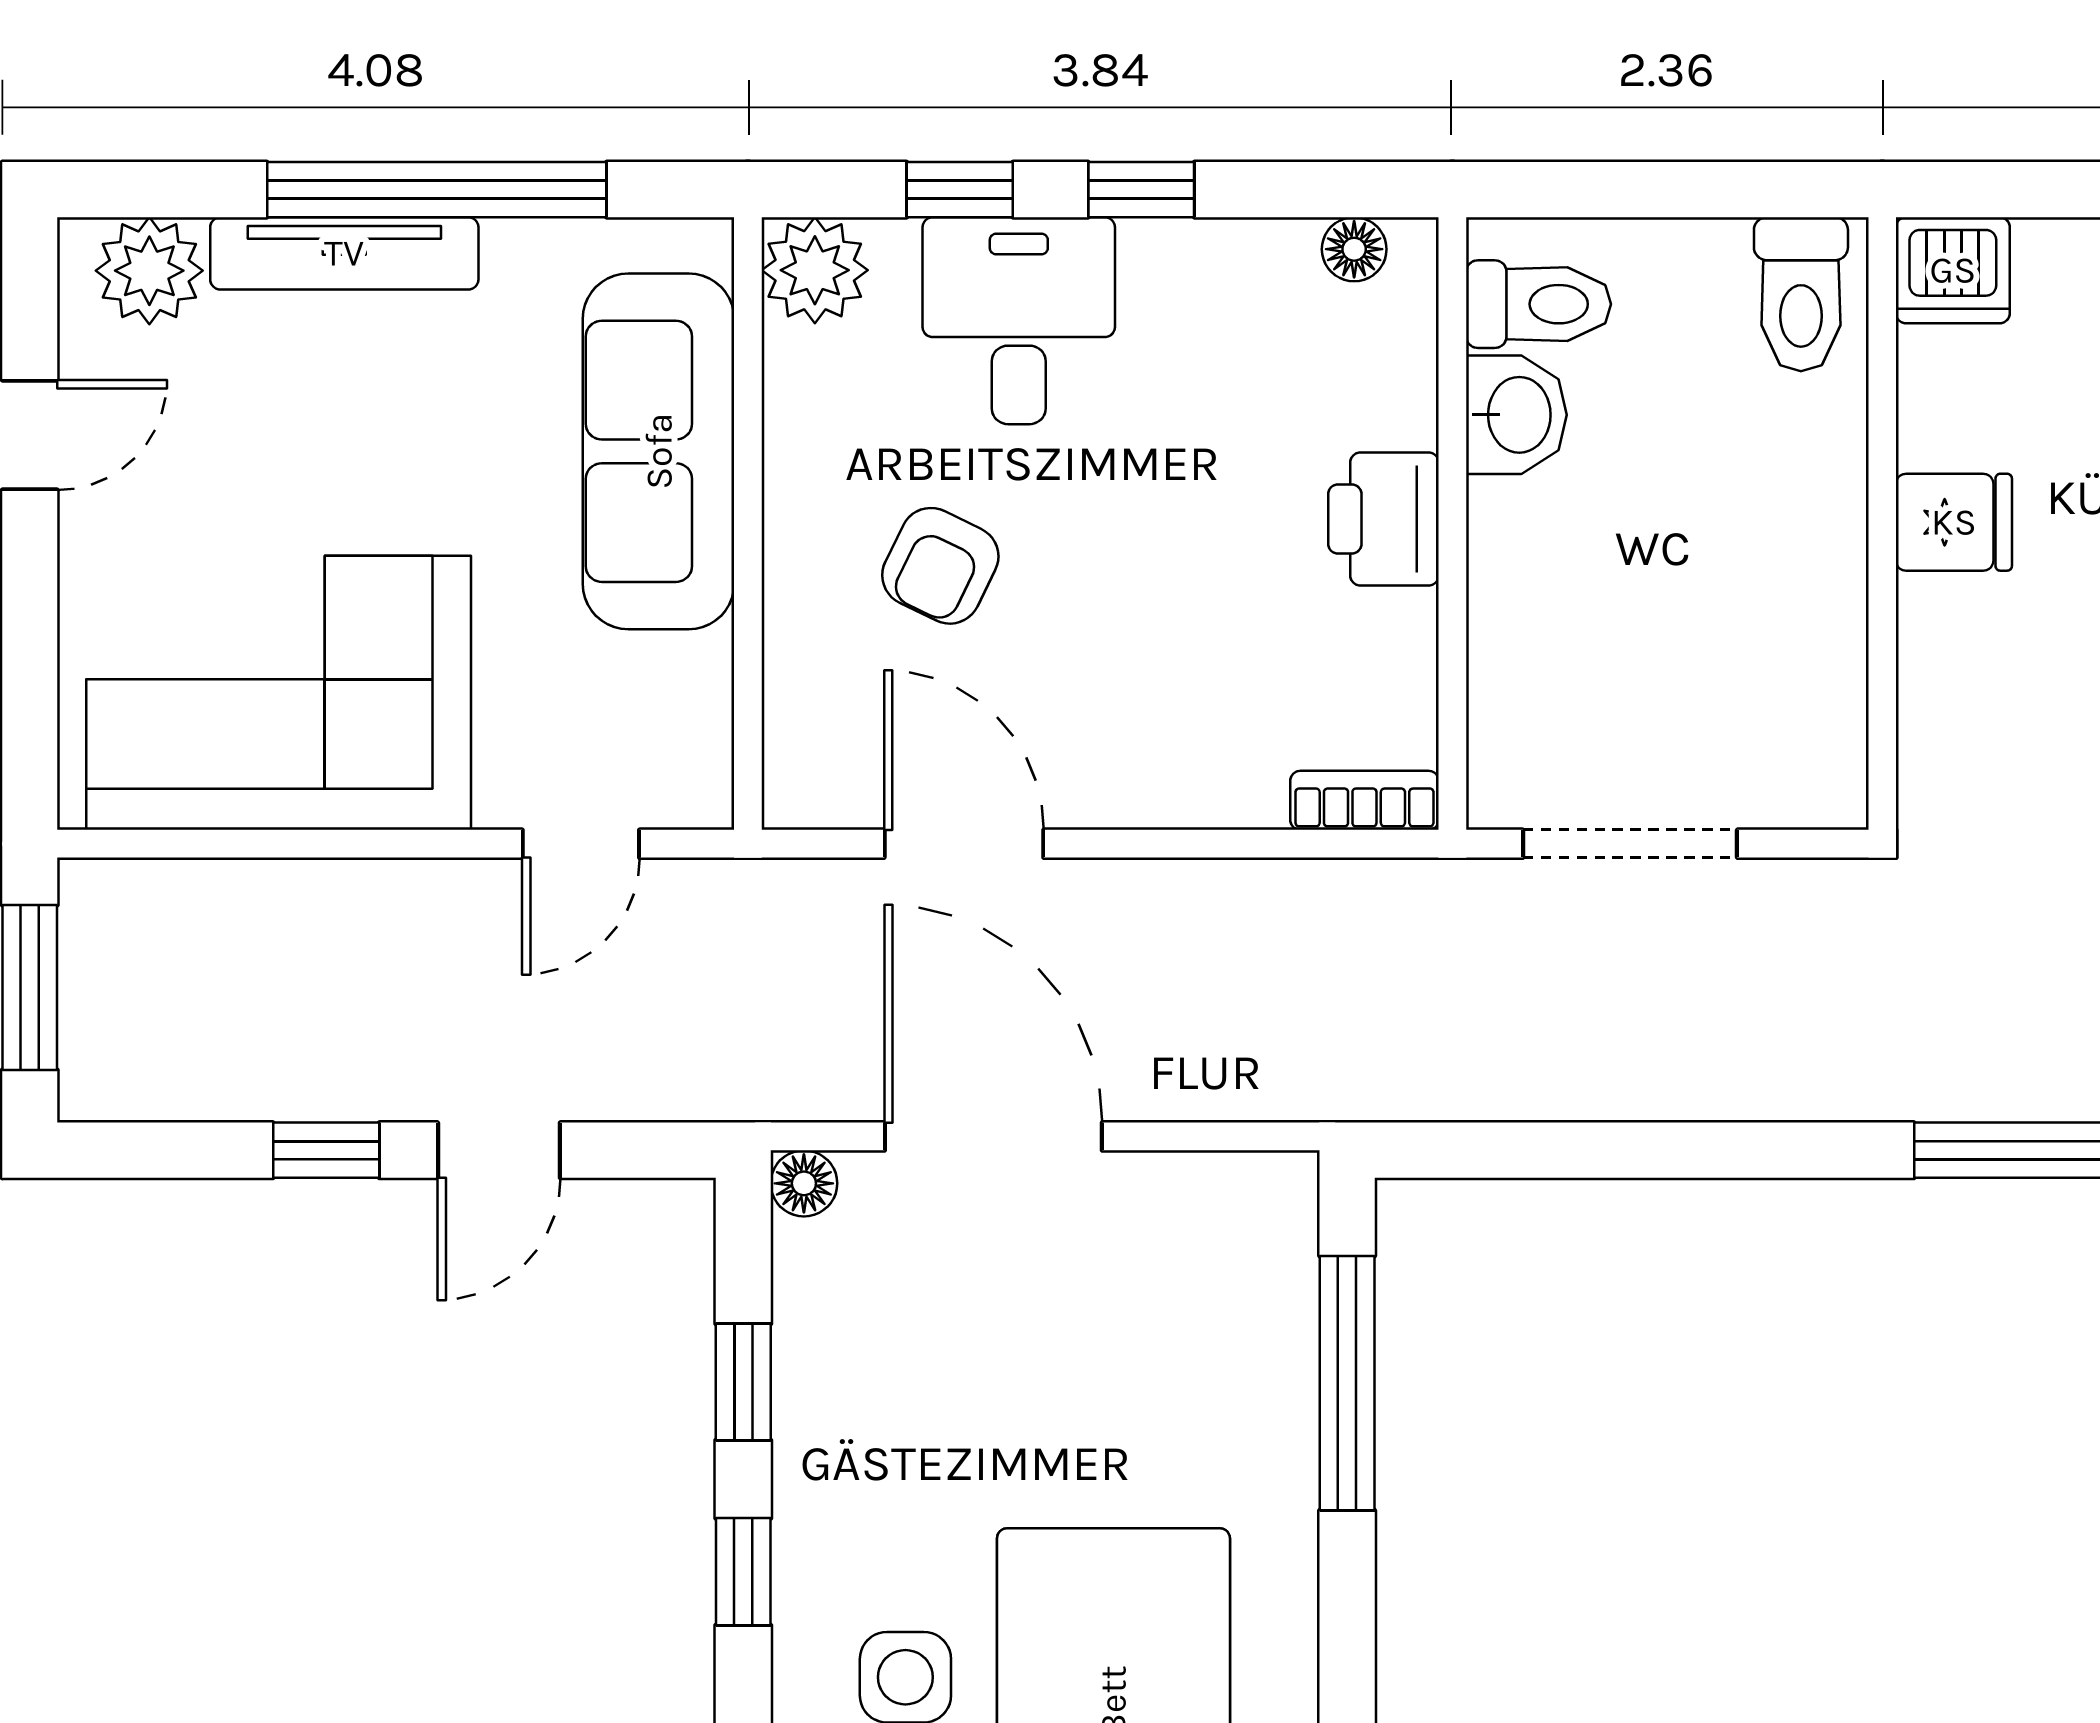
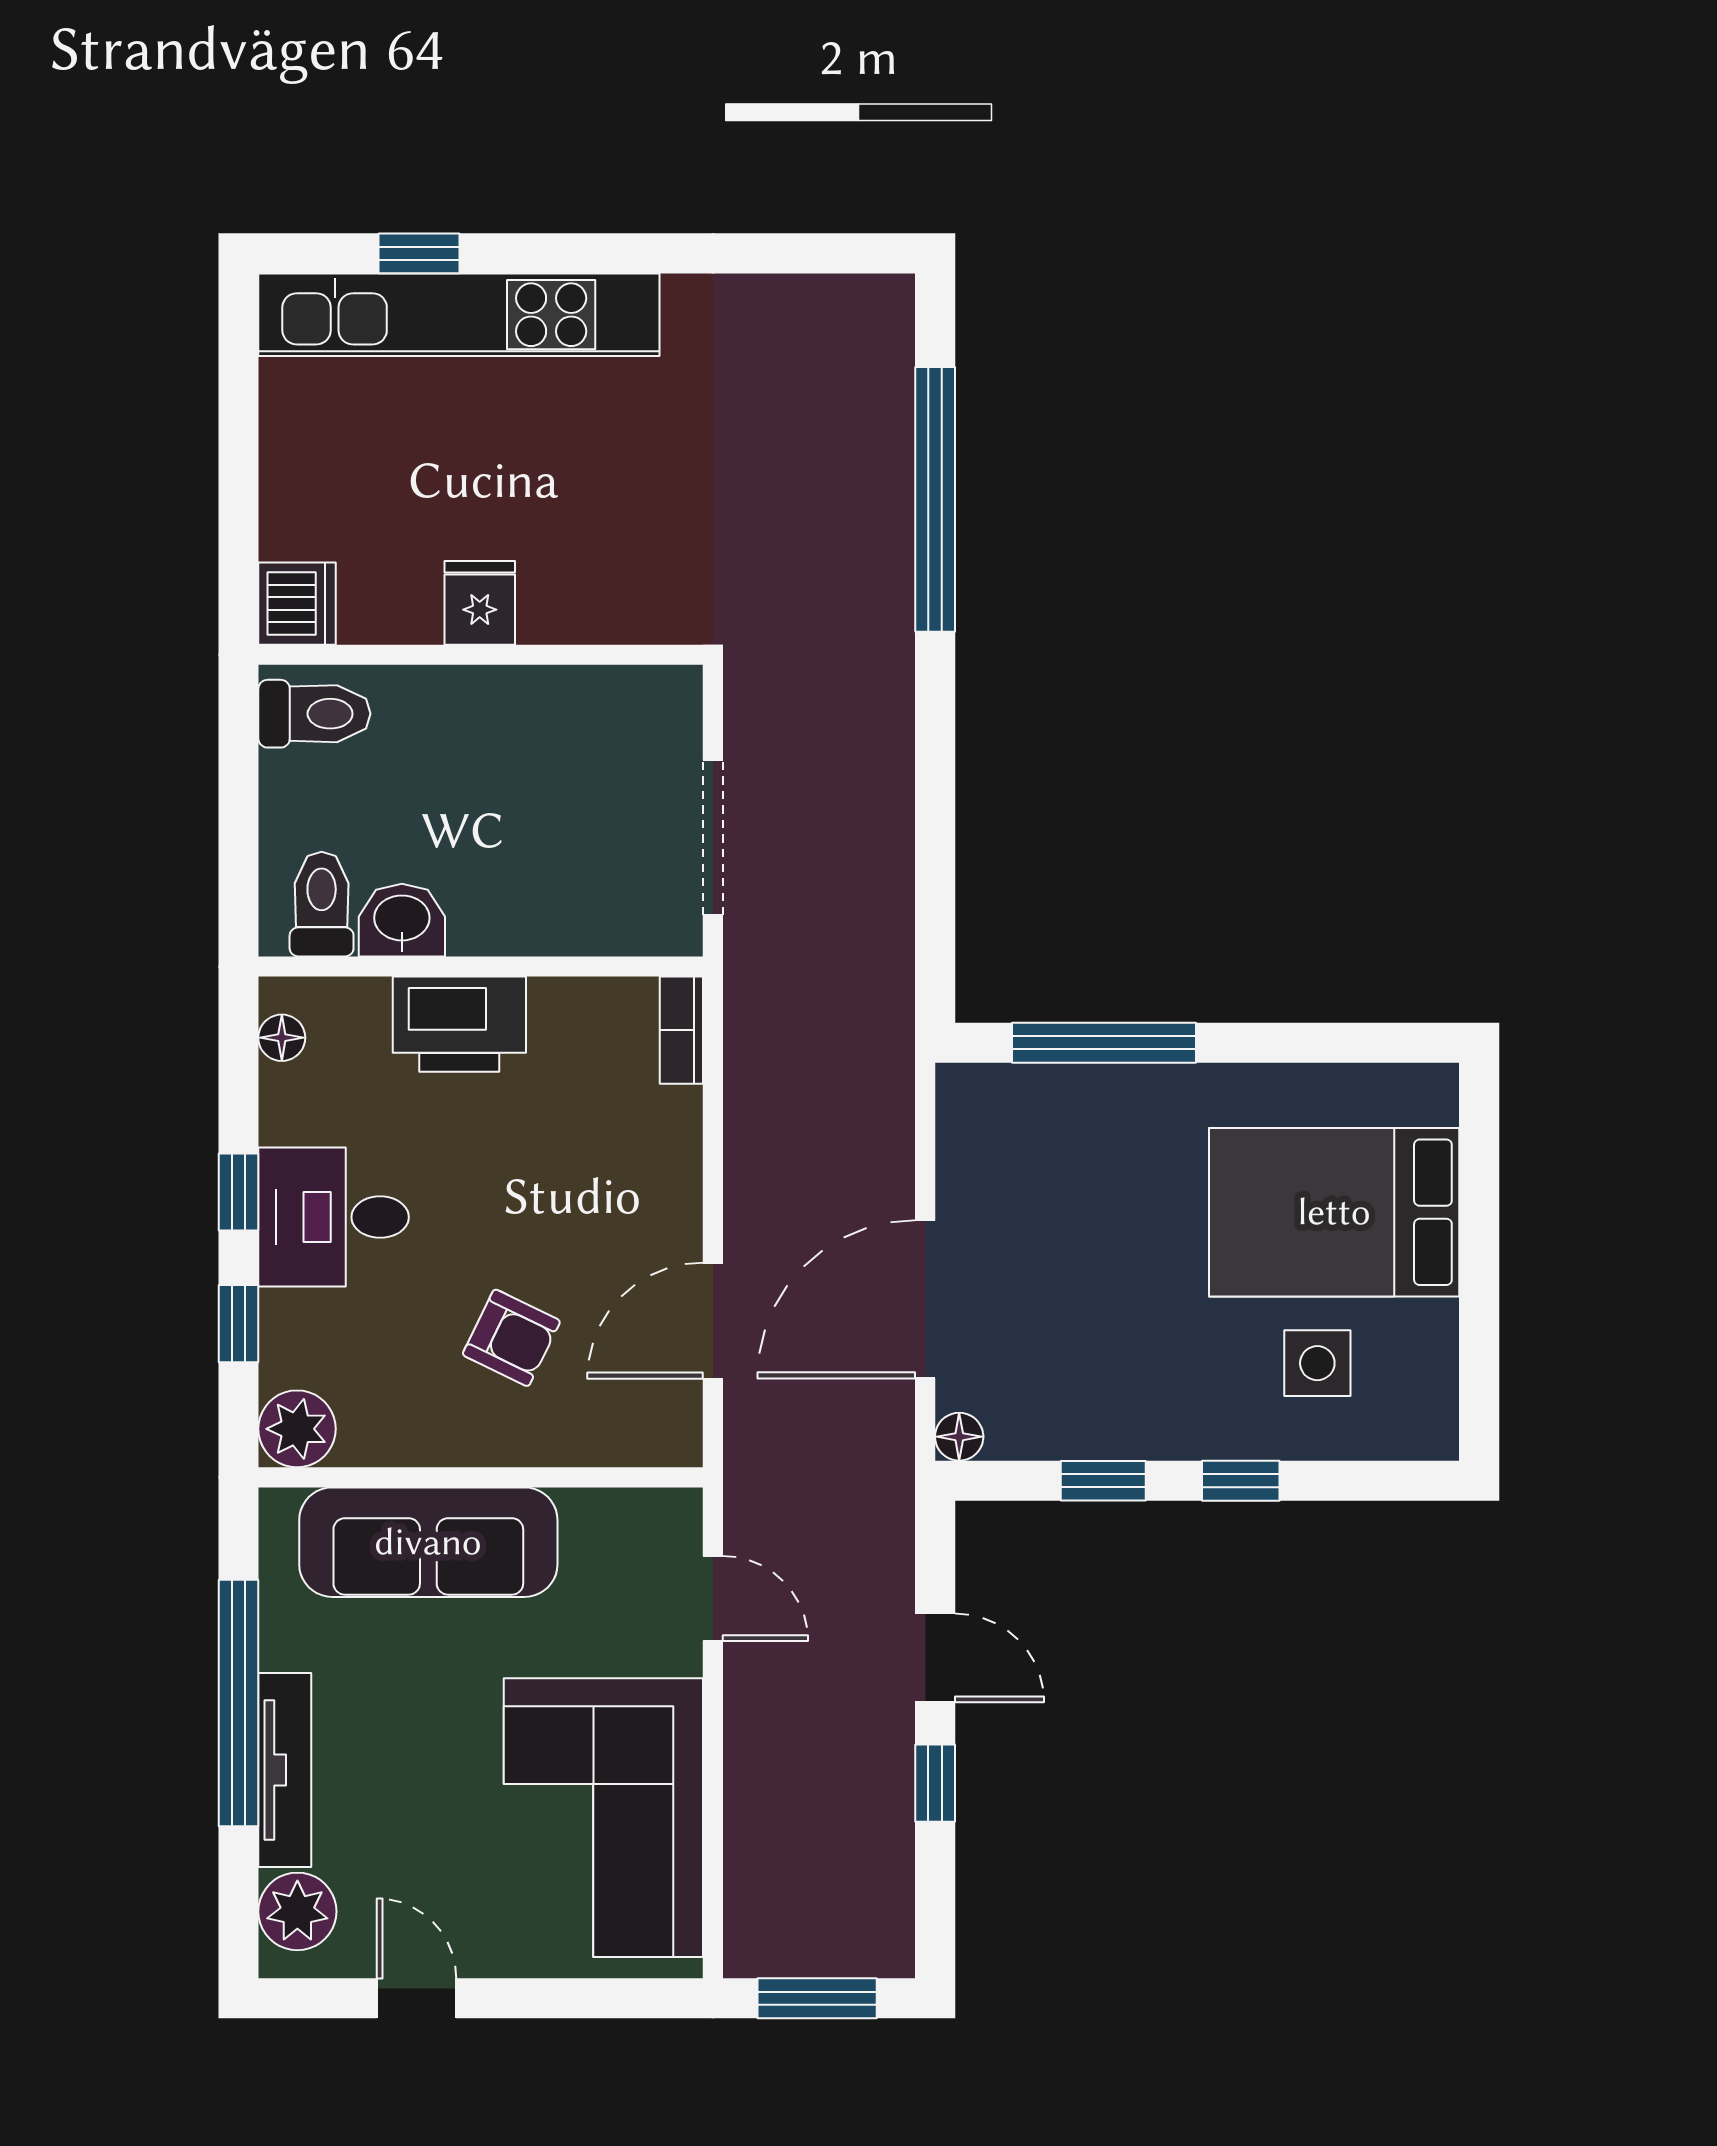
desk: (1019, 321) -> (334, 1217), moved
printer: (1383, 519) -> (459, 1024), width x1.37, depth x1.19

